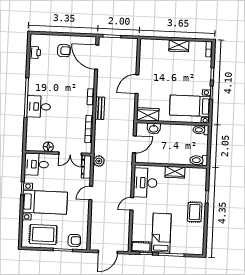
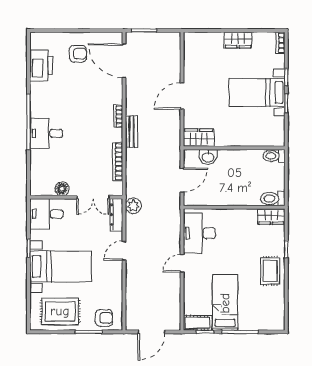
printer: (35, 52) -> (41, 65), width x1.87, depth x1.48
bed with nightstands: (190, 106) -> (257, 92), moved
wardrobe: (175, 172) -> (271, 217), moved

